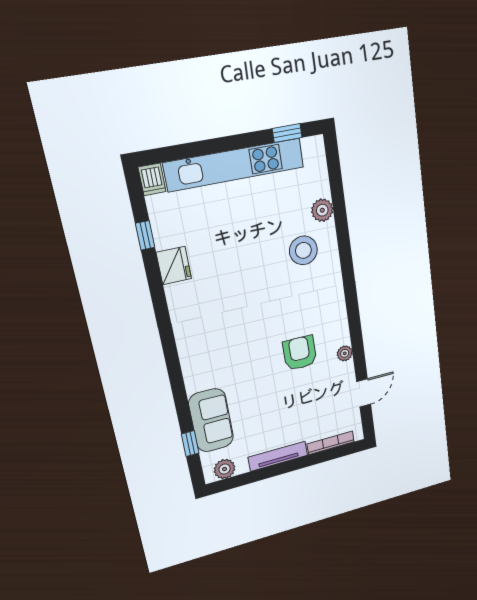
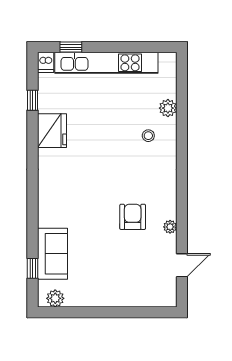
window: (287, 133) -> (71, 47), moved
stool: (303, 250) -> (148, 136), width x0.53, depth x0.53
fridge: (174, 265) -> (52, 131), width x1.36, depth x1.34
bookcase: (331, 443) -> (147, 302), removed
tv unit: (278, 456) -> (101, 300), removed

